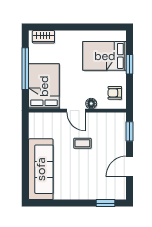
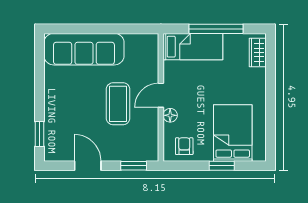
bed: (44, 86) -> (193, 47), width x0.67
coffee table: (82, 143) -> (118, 104), width x1.86, depth x1.72

